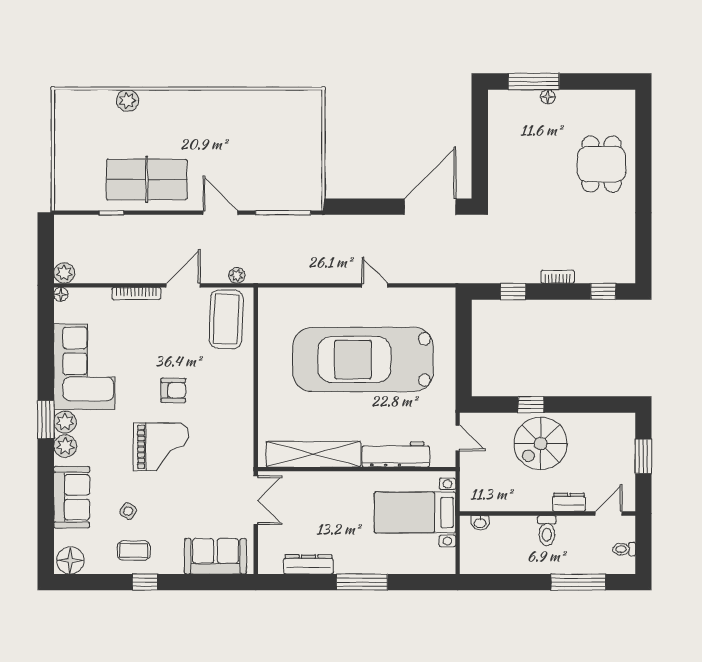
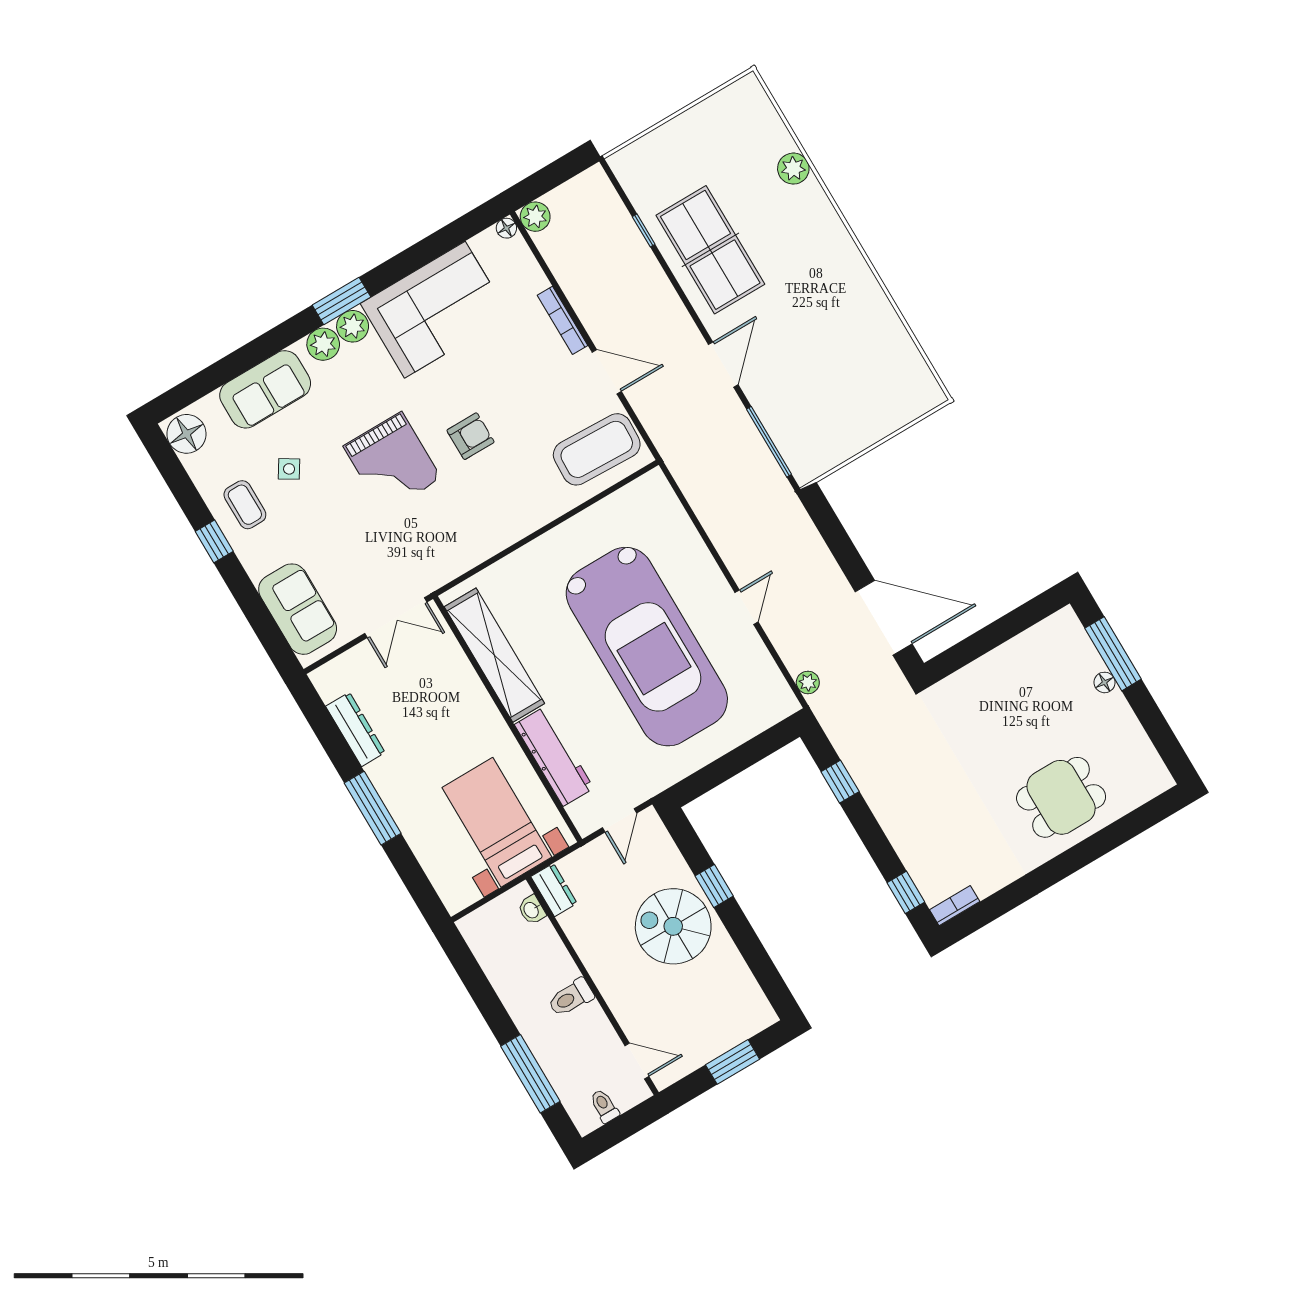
plant: (237, 275) -> (808, 682), moved
bookcase: (558, 277) -> (955, 906), moved, turned -90
car: (363, 359) -> (647, 647), turned 180
armchair: (173, 390) -> (470, 436), turned -90
dresser: (569, 502) -> (554, 890), moved

